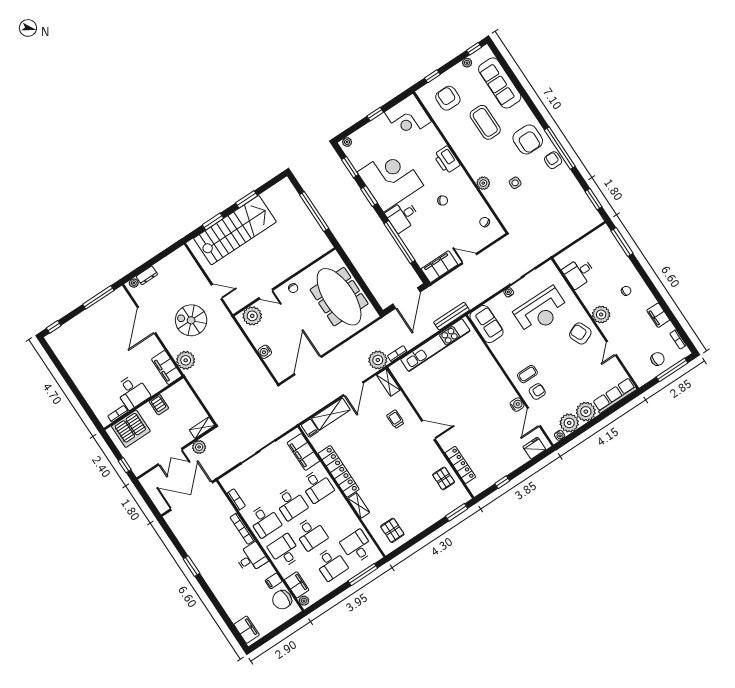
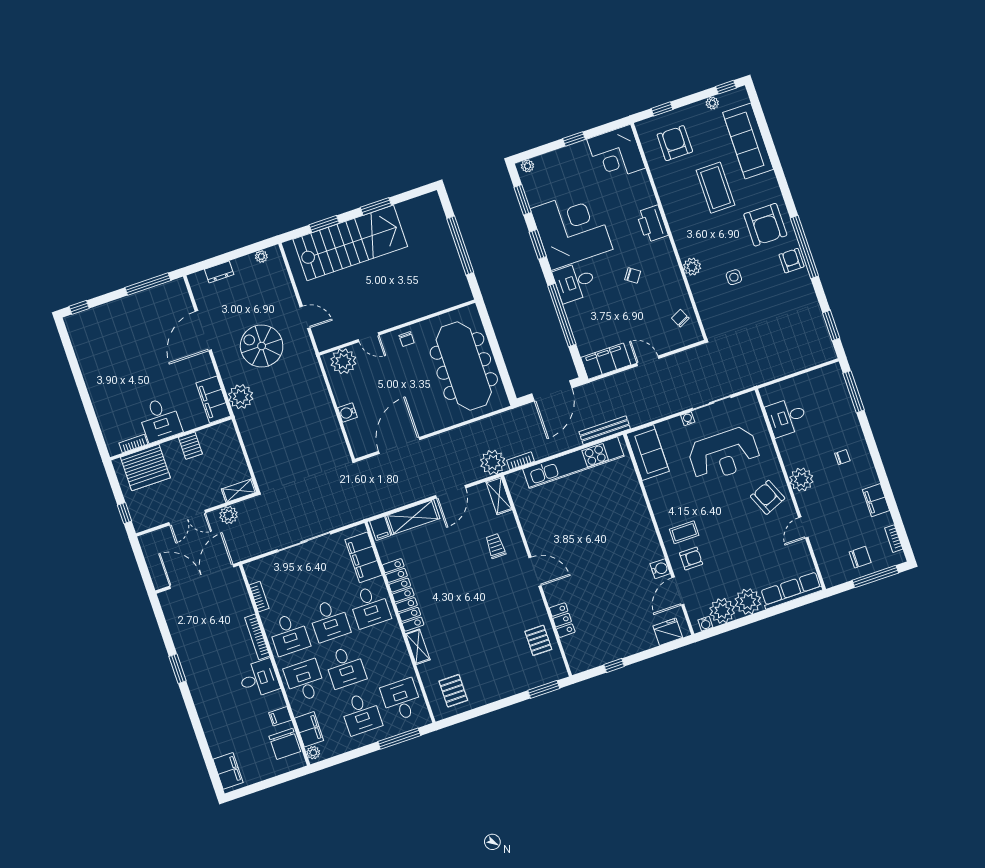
plant: (134, 283) -> (261, 256), moved
locker: (460, 465) -> (562, 620), width x0.66
chair: (282, 600) -> (285, 744), turned -90

